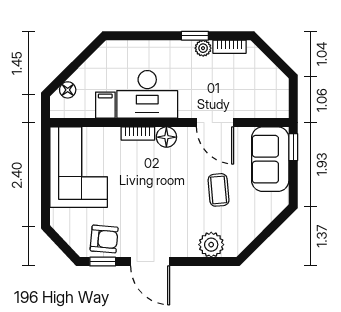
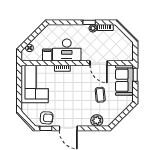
floor lamp: (166, 137) -> (76, 70), removed

